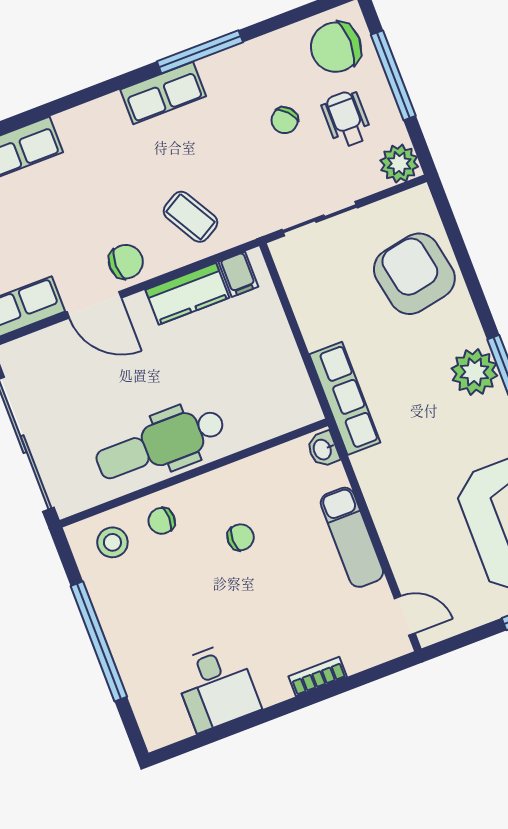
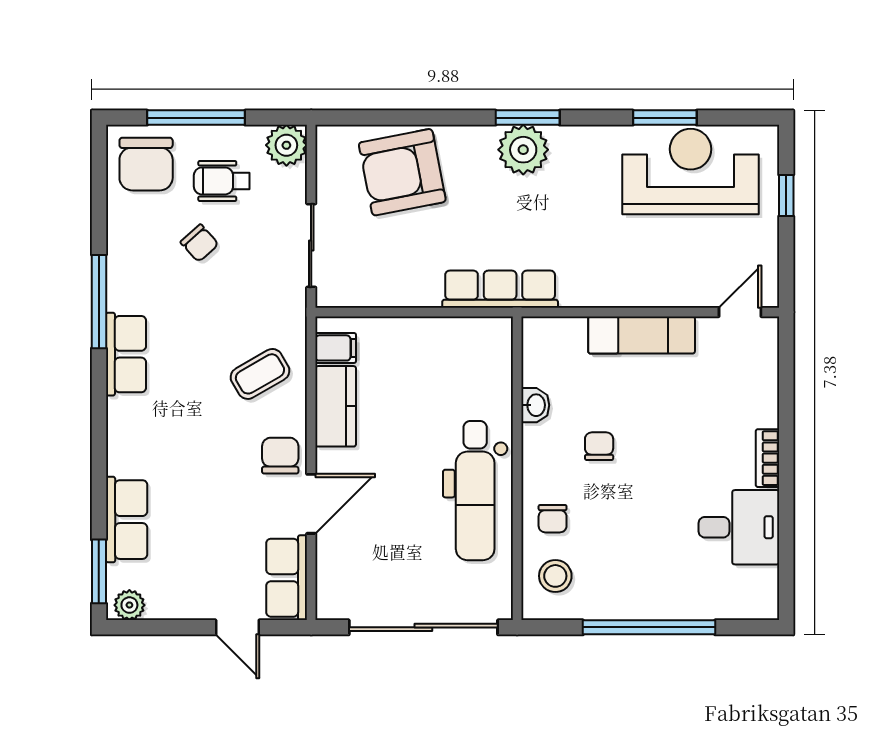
washbasin: (323, 449) -> (535, 405), moved, turned -90
bookcase: (318, 676) -> (767, 458), moved

